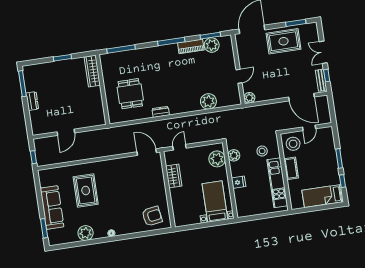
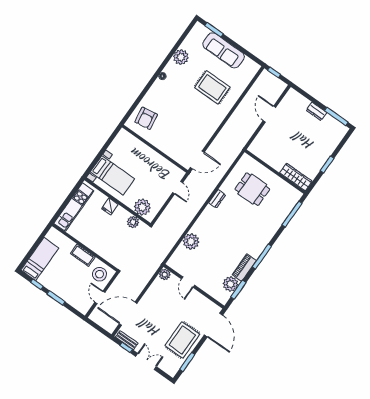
stool: (262, 151) -> (116, 246), removed
wardrobe: (174, 176) -> (160, 163), removed
kitchen unit: (277, 183) -> (74, 207), moved, turned 90

